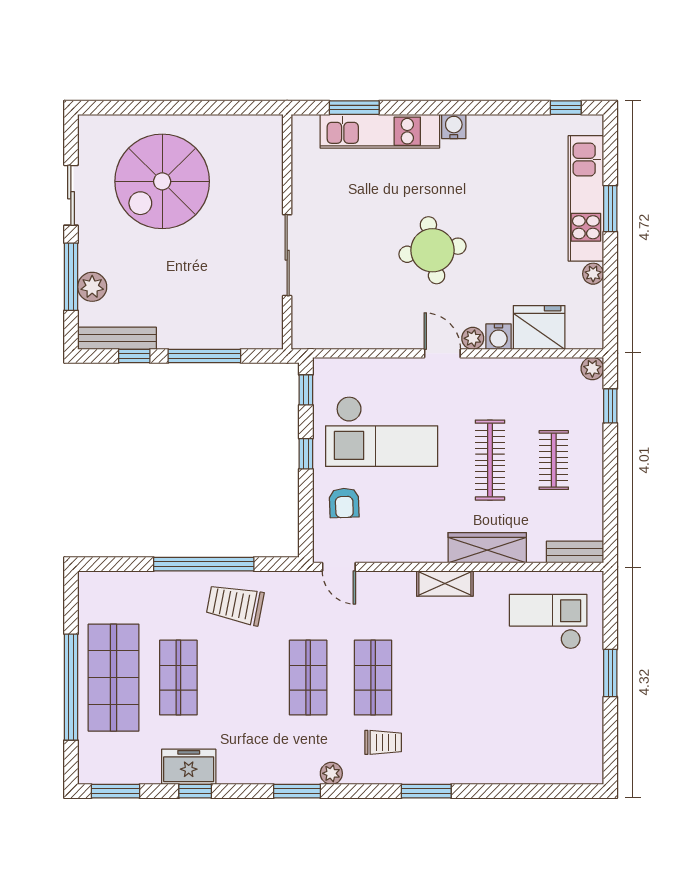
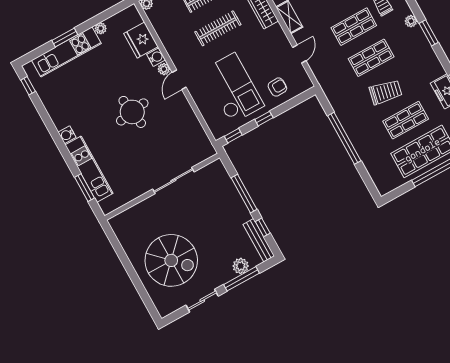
door: (339, 567) -> (299, 54), moved
trolley: (235, 605) -> (386, 92), moved, turned -89

